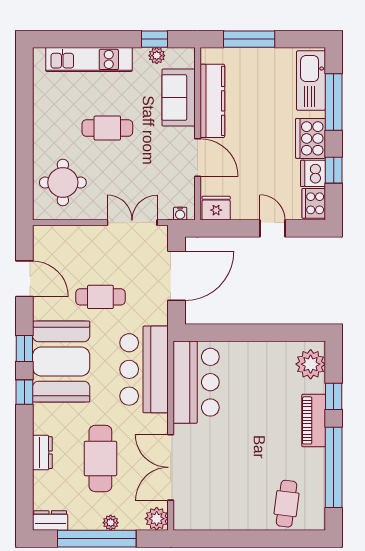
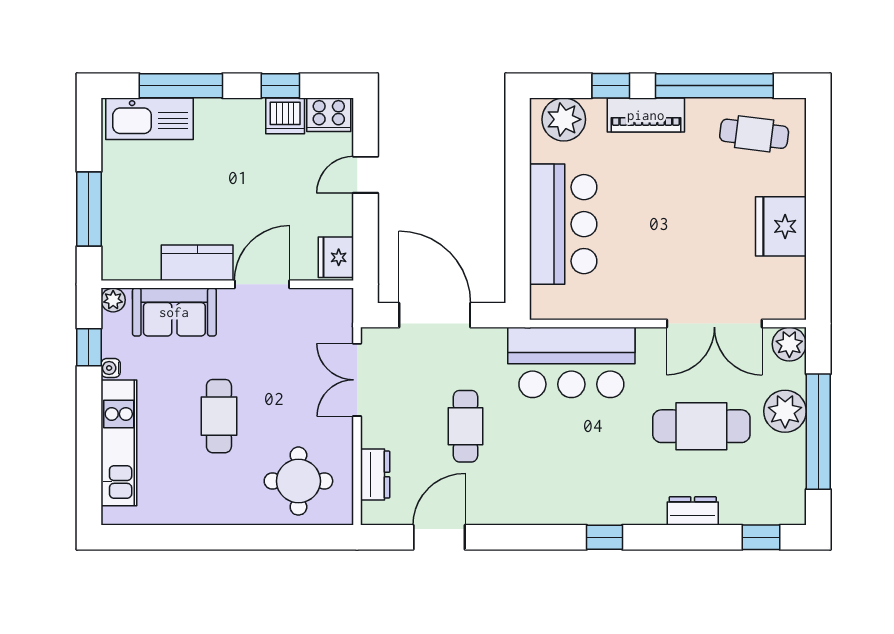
plant: (157, 56) -> (113, 300), moved
kitchen counter: (212, 101) -> (197, 263), width x0.67
cooker: (311, 138) -> (234, 119), removed
water cooler: (180, 214) -> (111, 368), moved, turned 180
window: (24, 348) -> (761, 537), moved
booth: (61, 361) -> (560, 484), removed
bar counter: (196, 382) -> (563, 224), moved, turned 90
cafe table: (287, 504) -> (754, 134), moved
fridge: (237, 513) -> (781, 226), added
dresser: (50, 520) -> (375, 475), moved, turned 180
plant: (111, 523) -> (785, 411), width x1.88, depth x1.88

